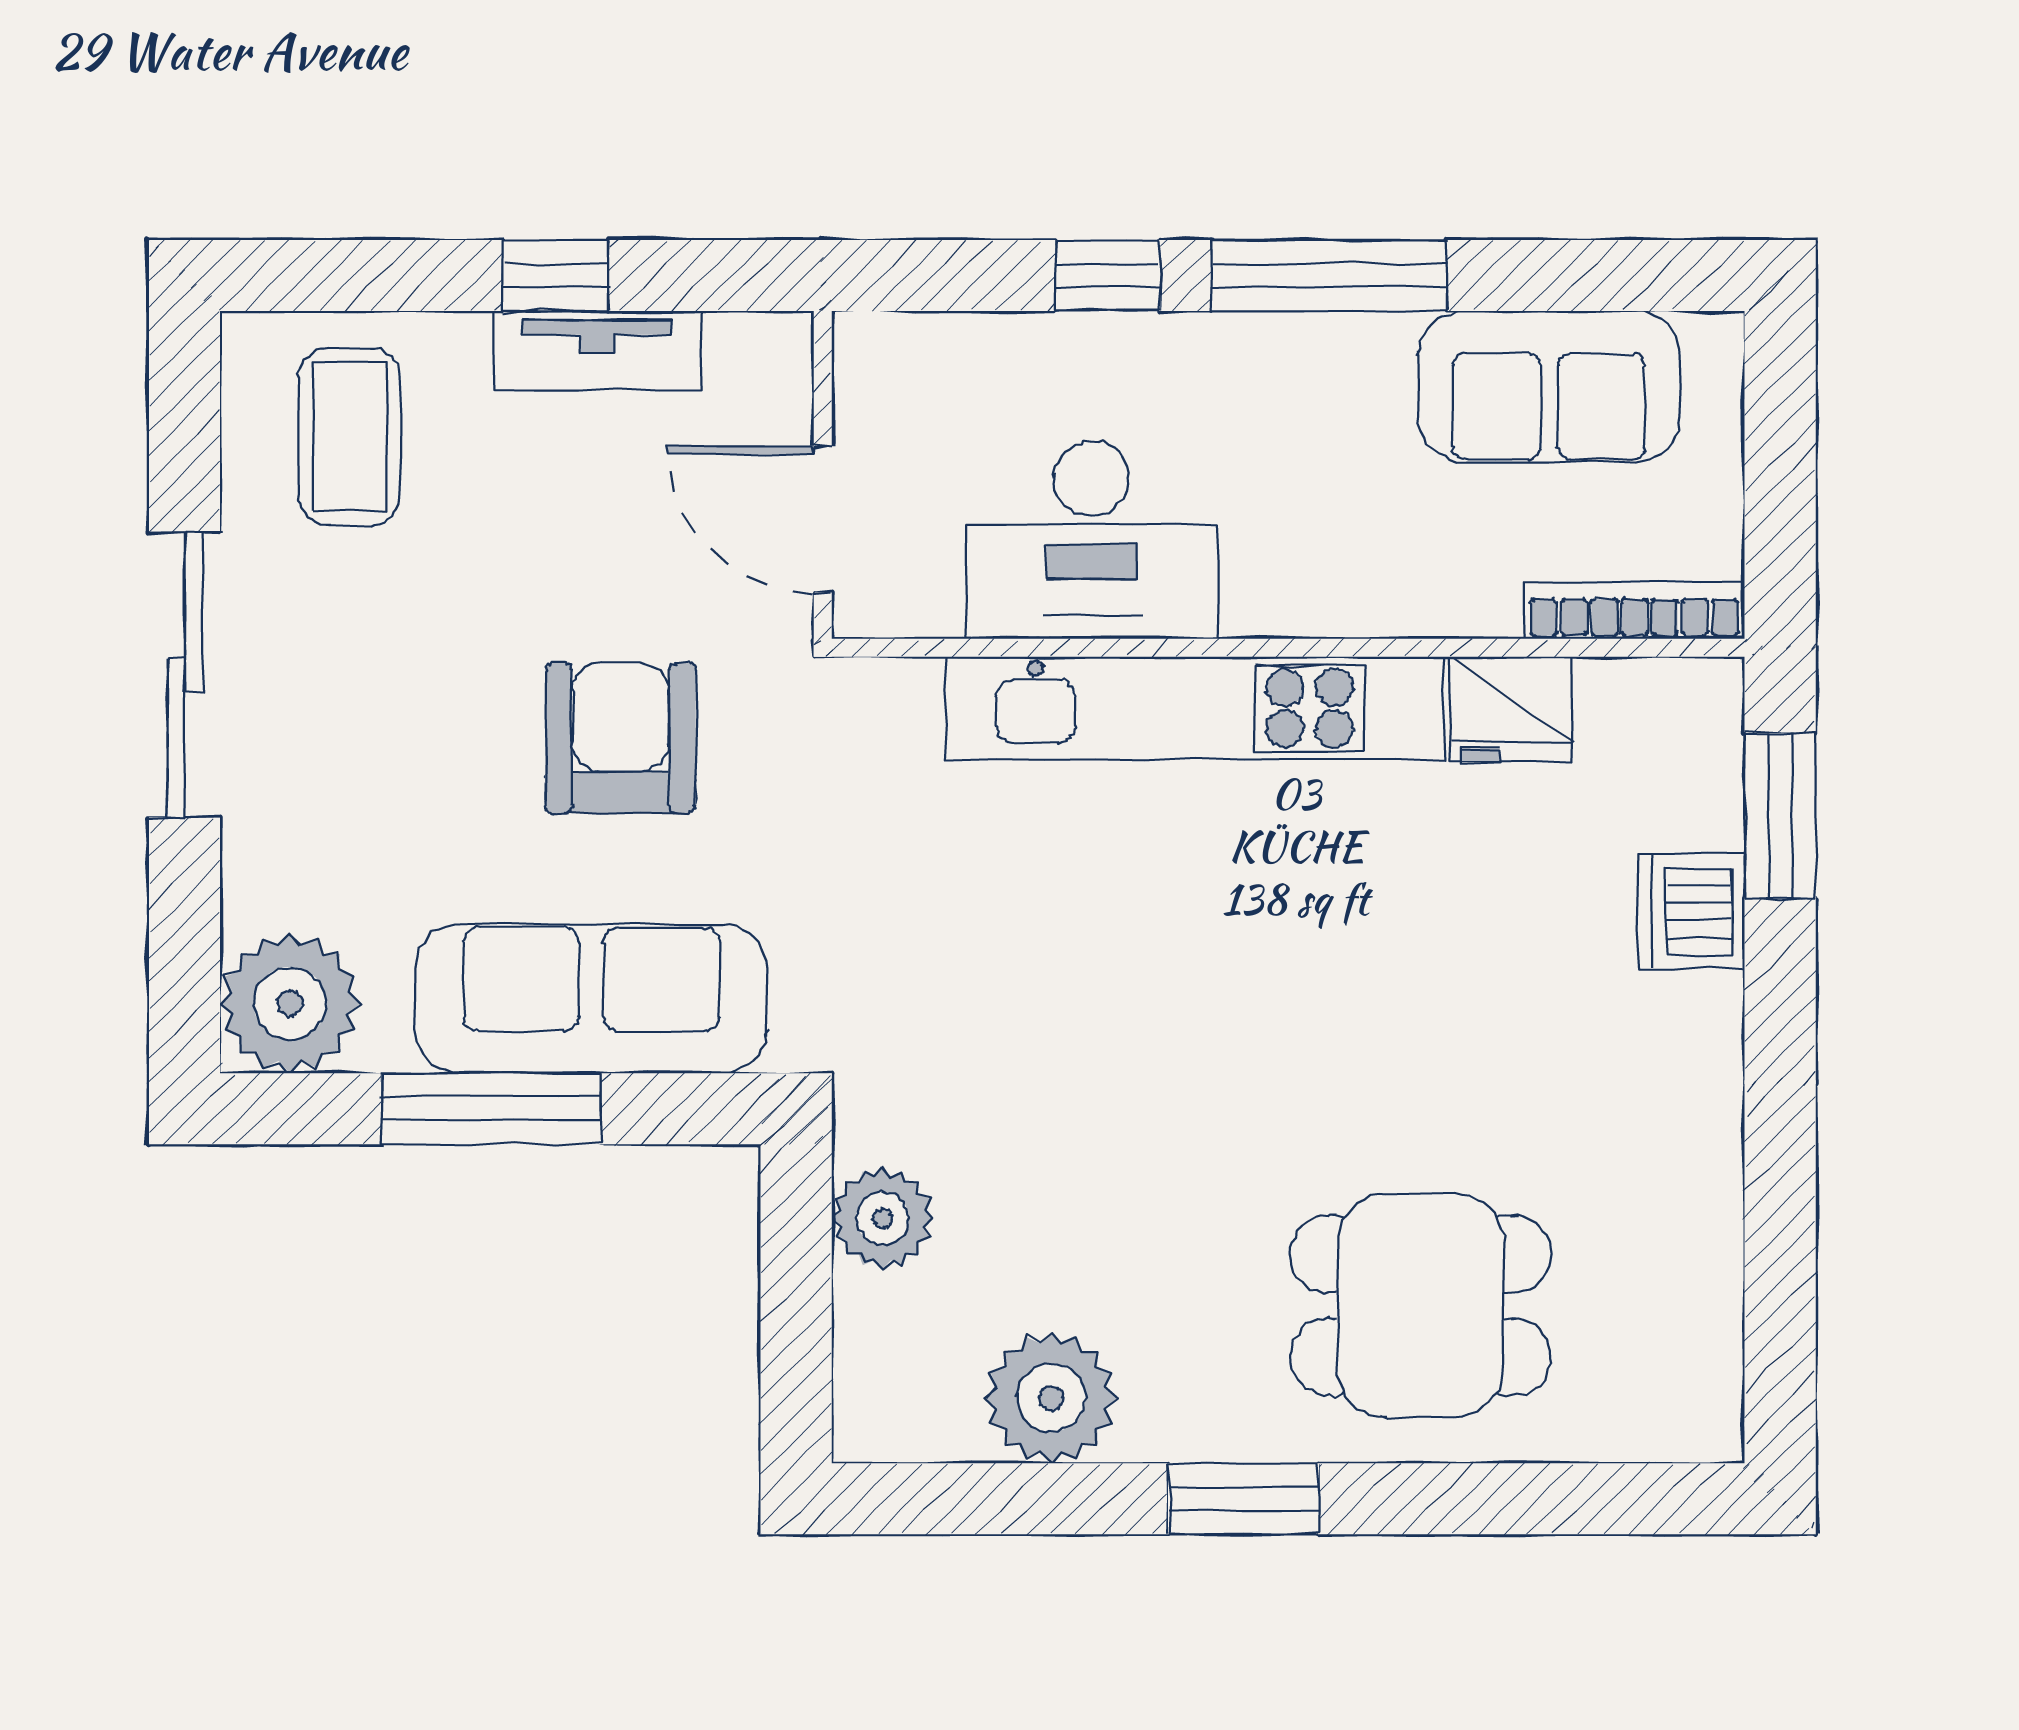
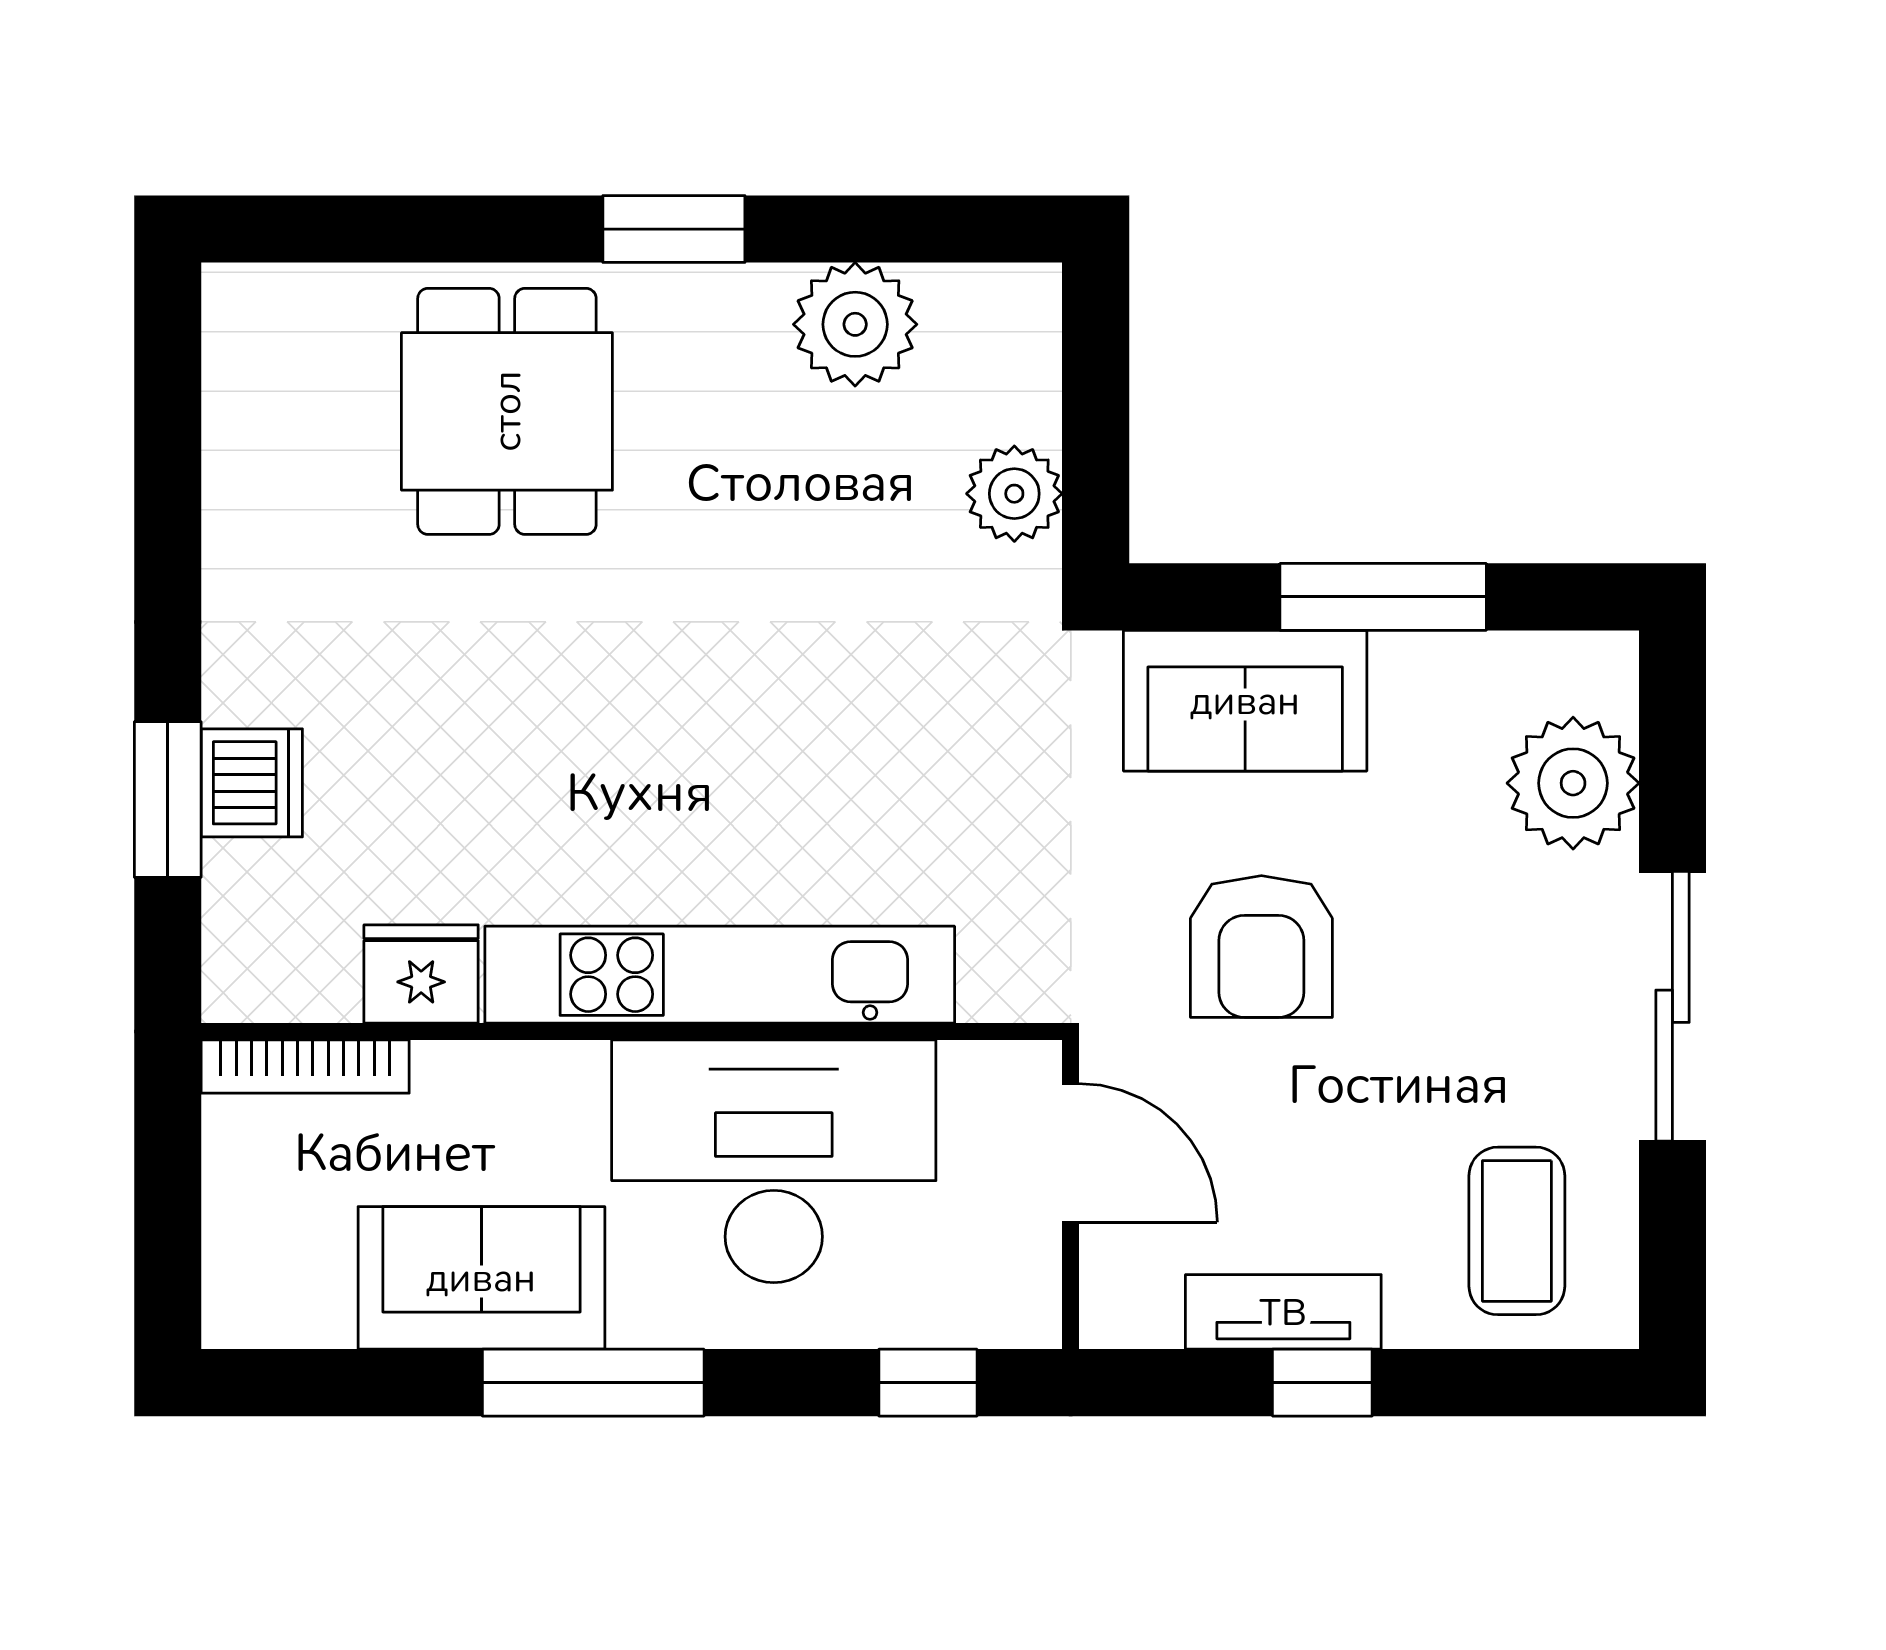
window: (1108, 275) -> (928, 1383), moved
sofa: (1549, 387) -> (481, 1278), moved
desk: (1092, 540) -> (774, 1161), width x1.36, depth x1.30
window: (1780, 816) -> (168, 800), moved
sofa: (591, 999) -> (1245, 701), width x0.73
plant: (290, 1003) -> (1573, 783), moved
dining table: (1420, 1305) -> (507, 411), turned 90

